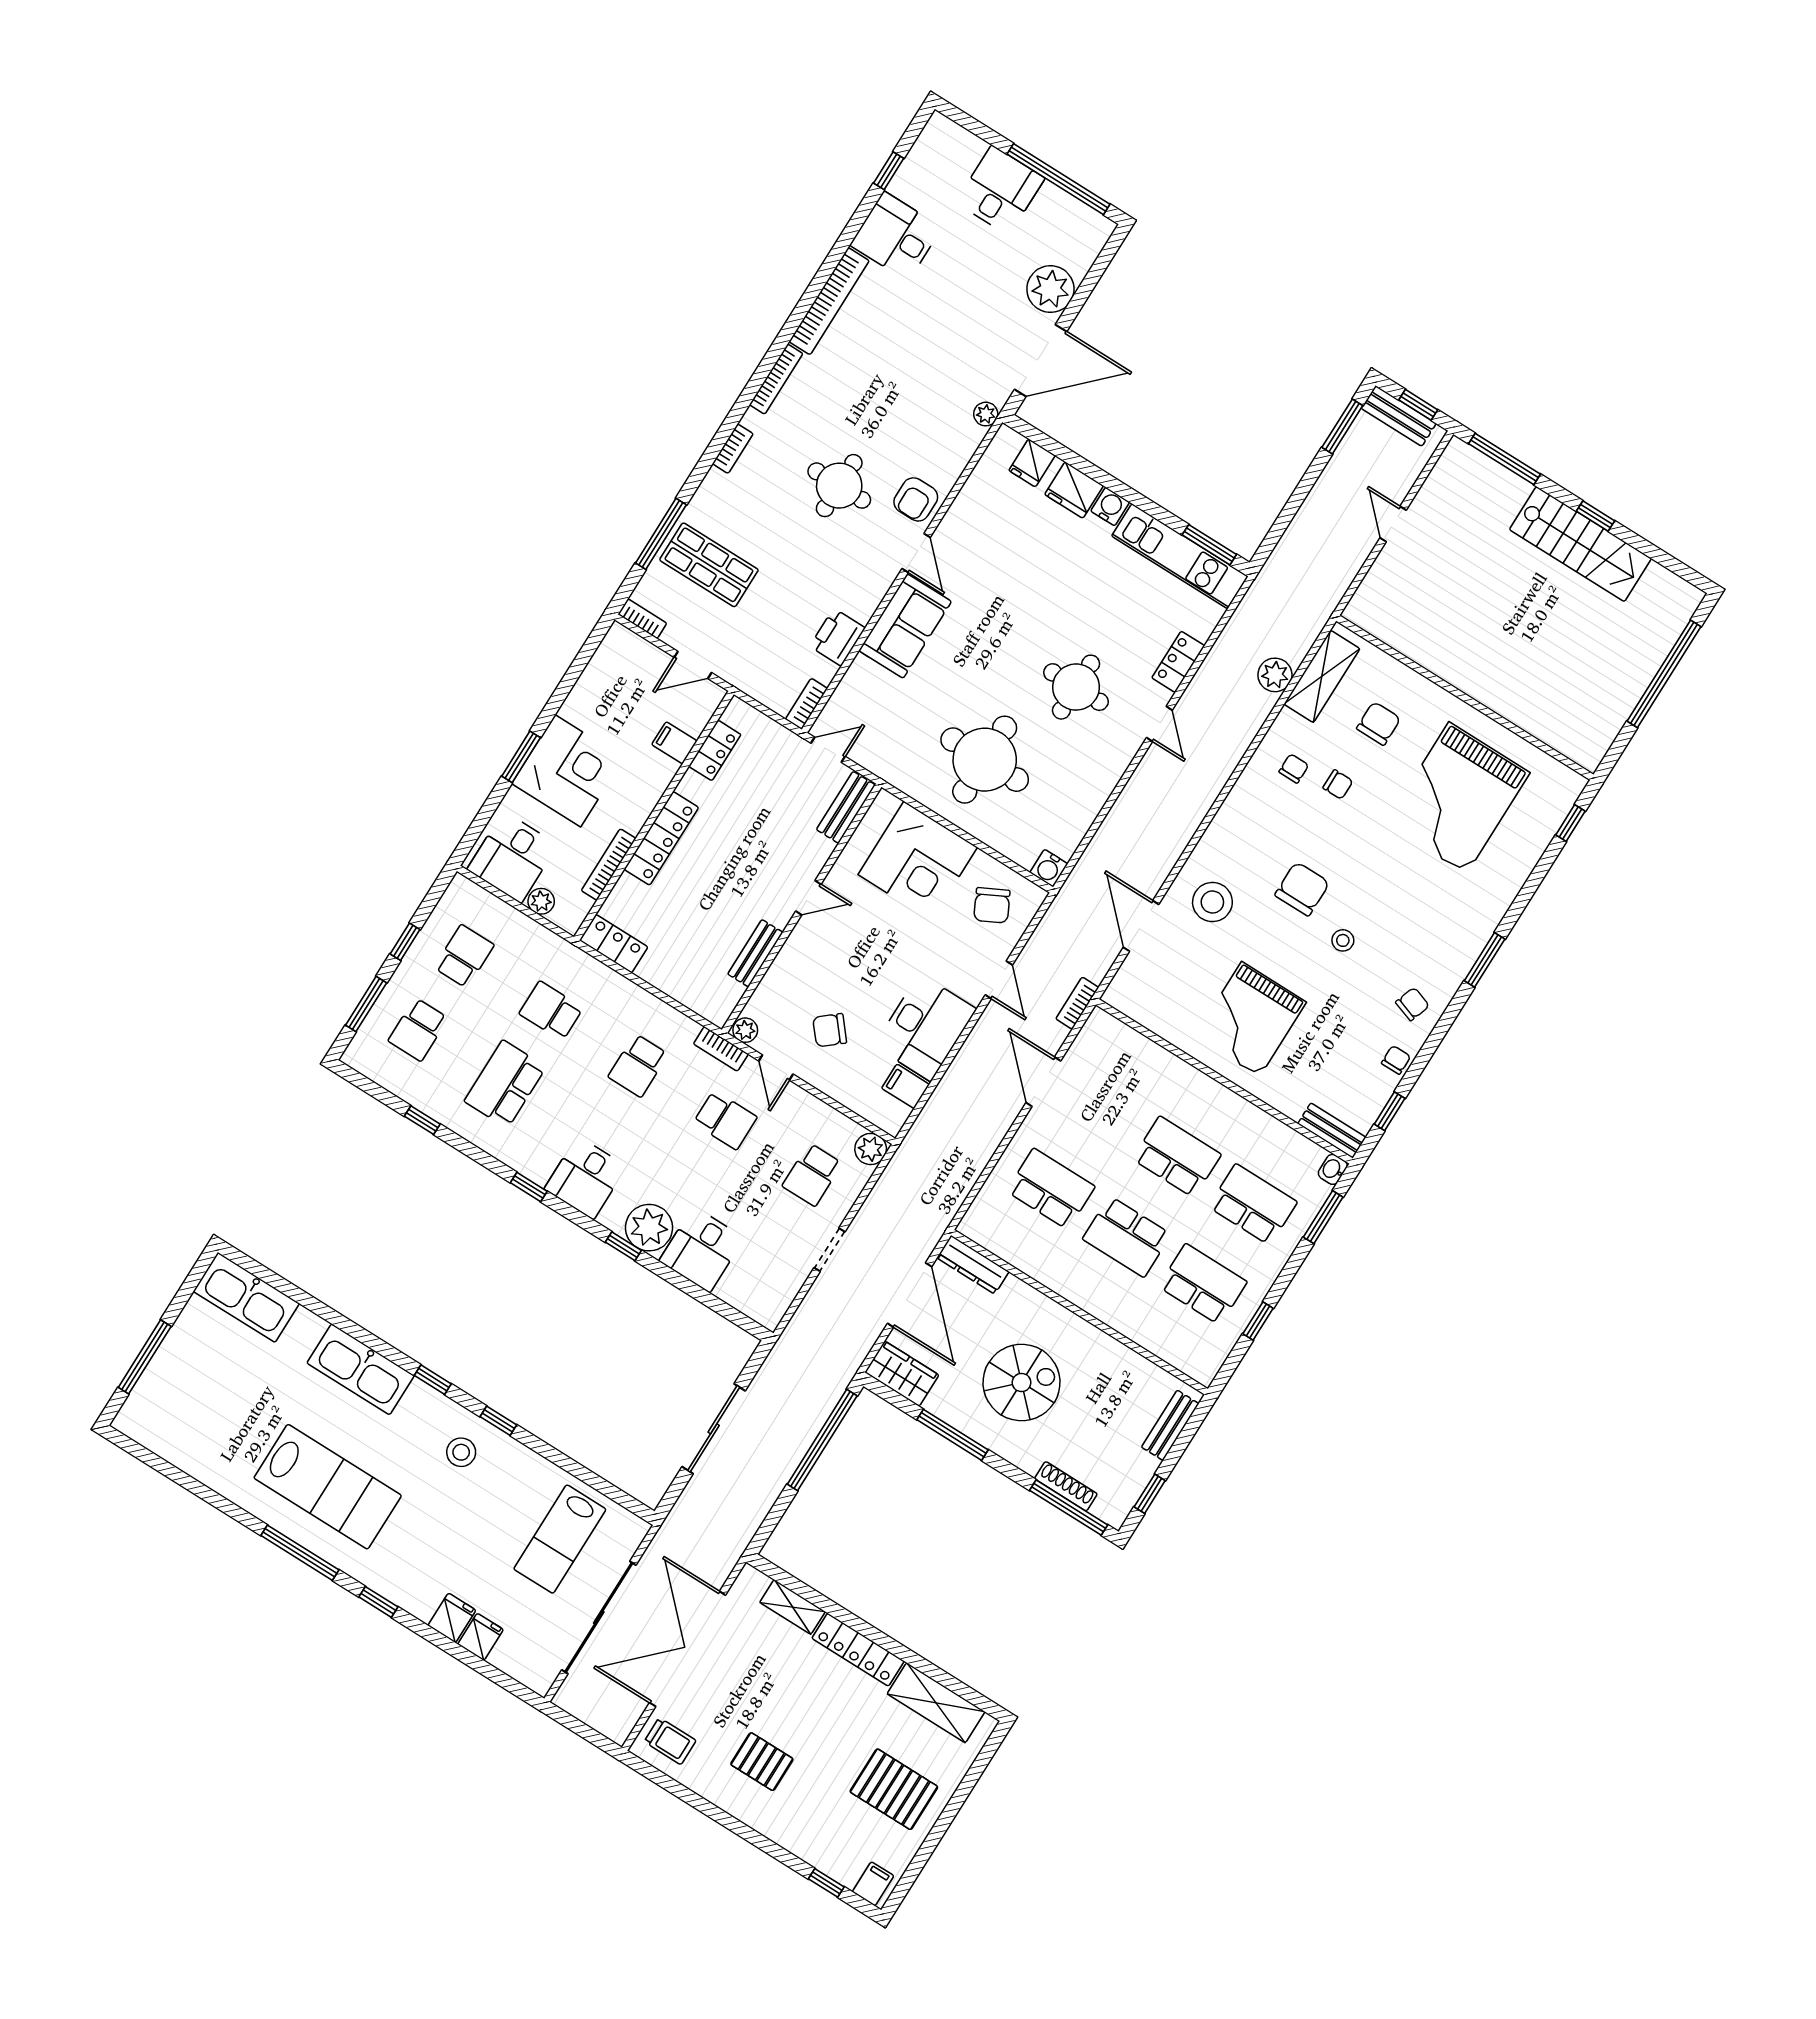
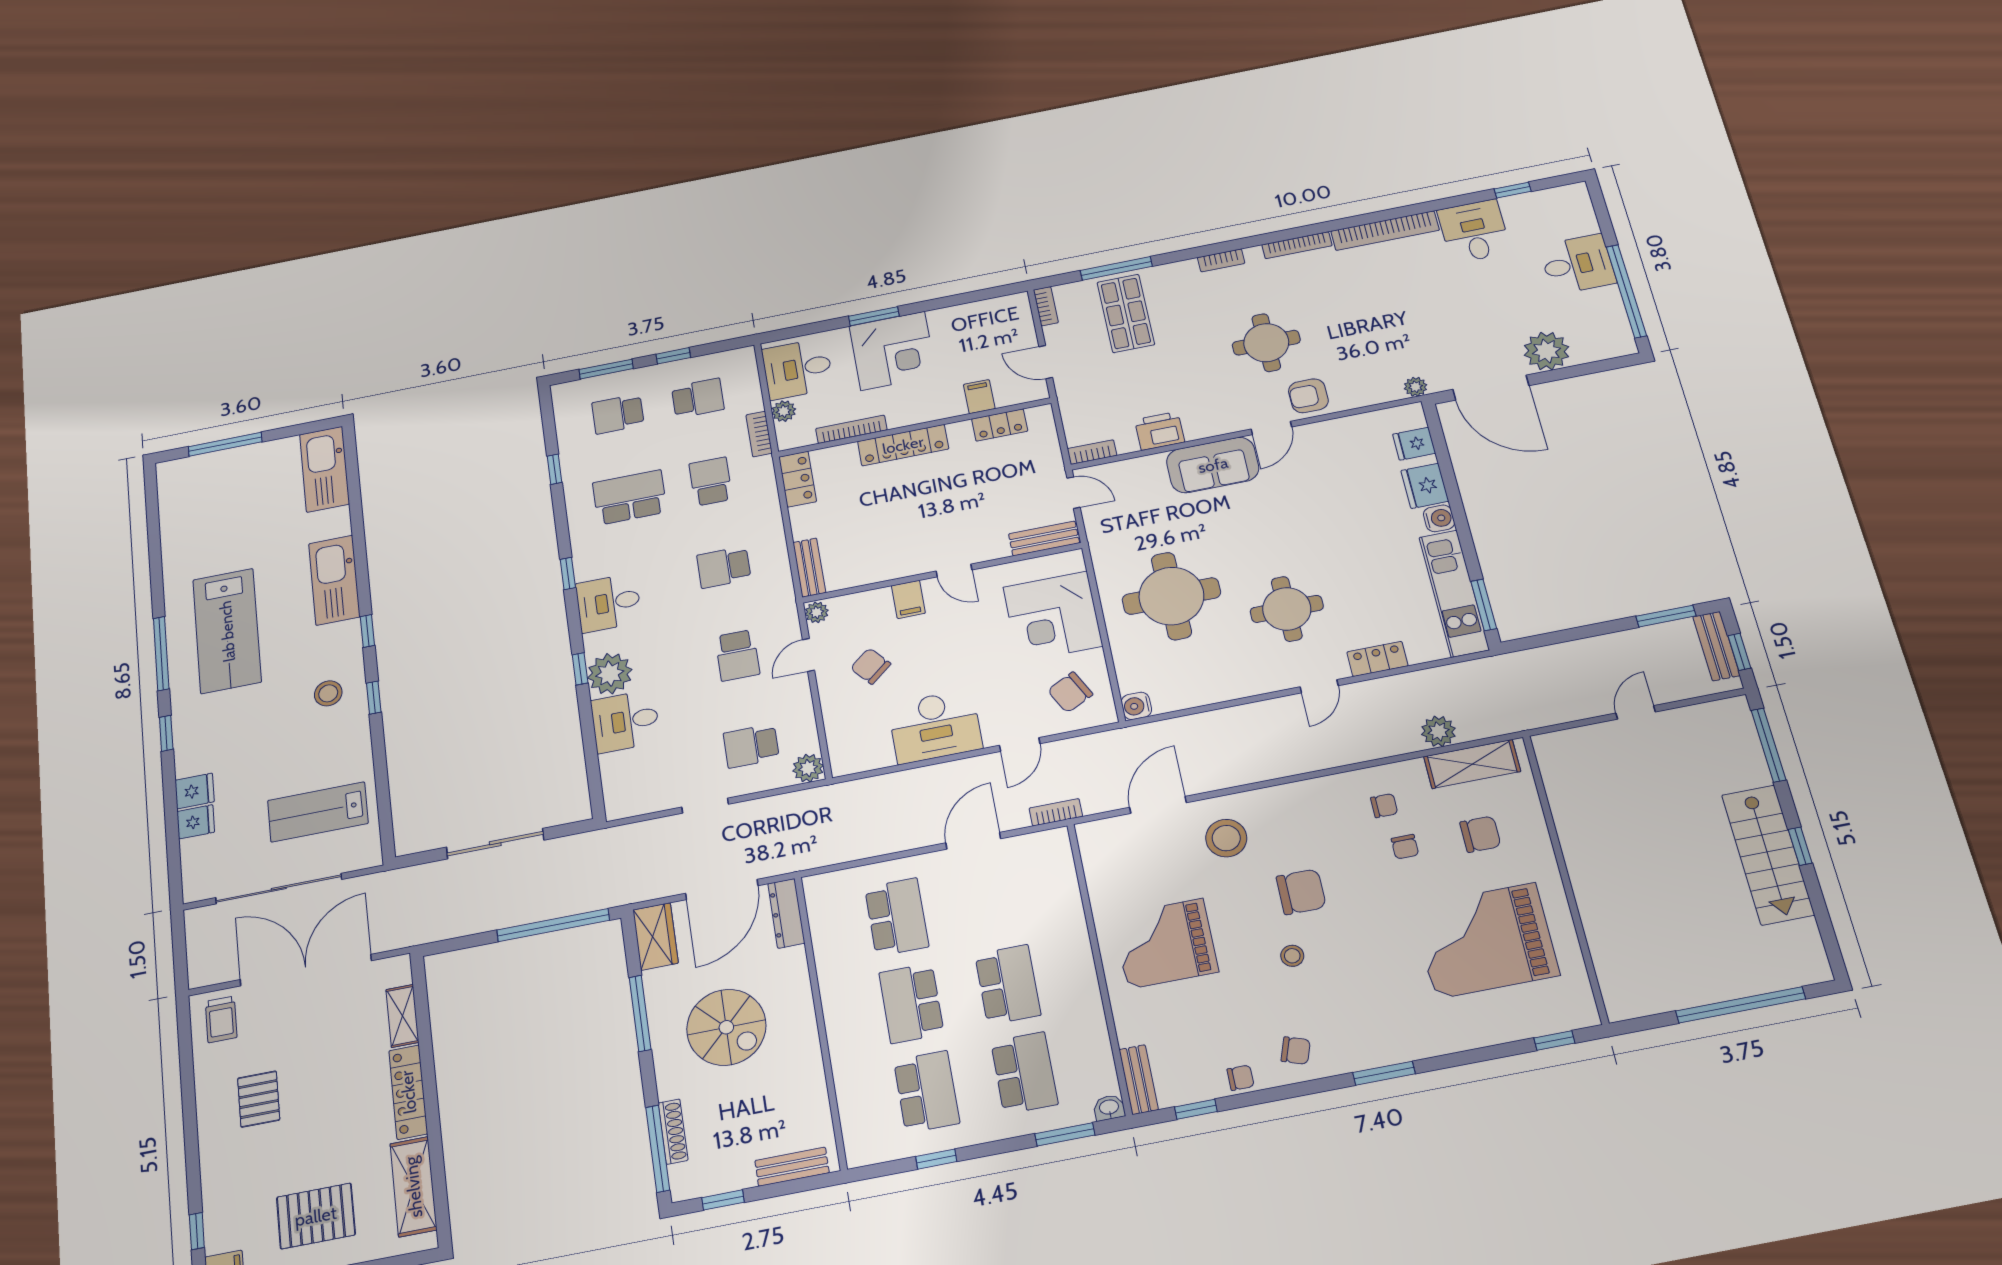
bench: (755, 953) -> (809, 568), moved, turned 90
bookcase: (721, 1049) -> (759, 434), moved
filing cabinet: (906, 1086) -> (908, 599), moved, turned 180
pallet: (894, 1789) -> (316, 1216), turned 90

